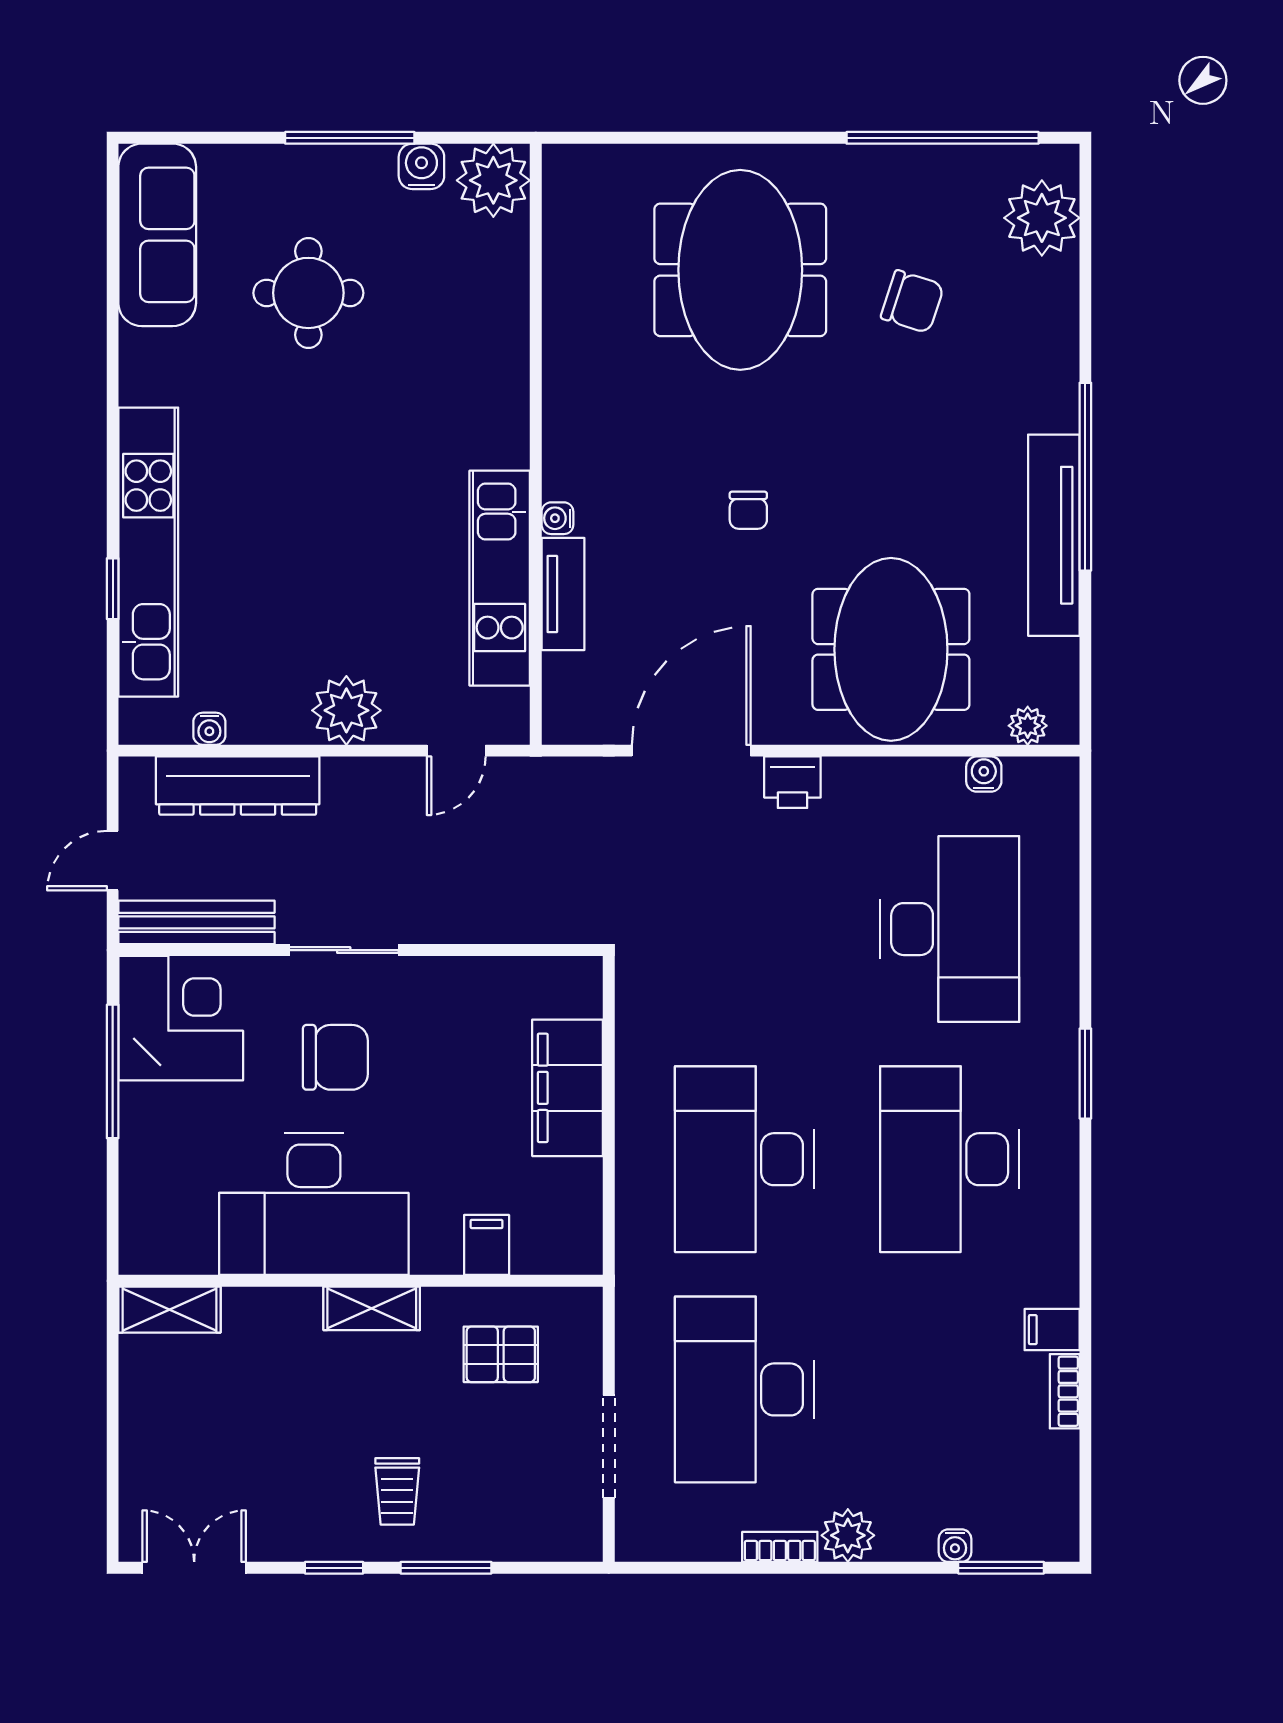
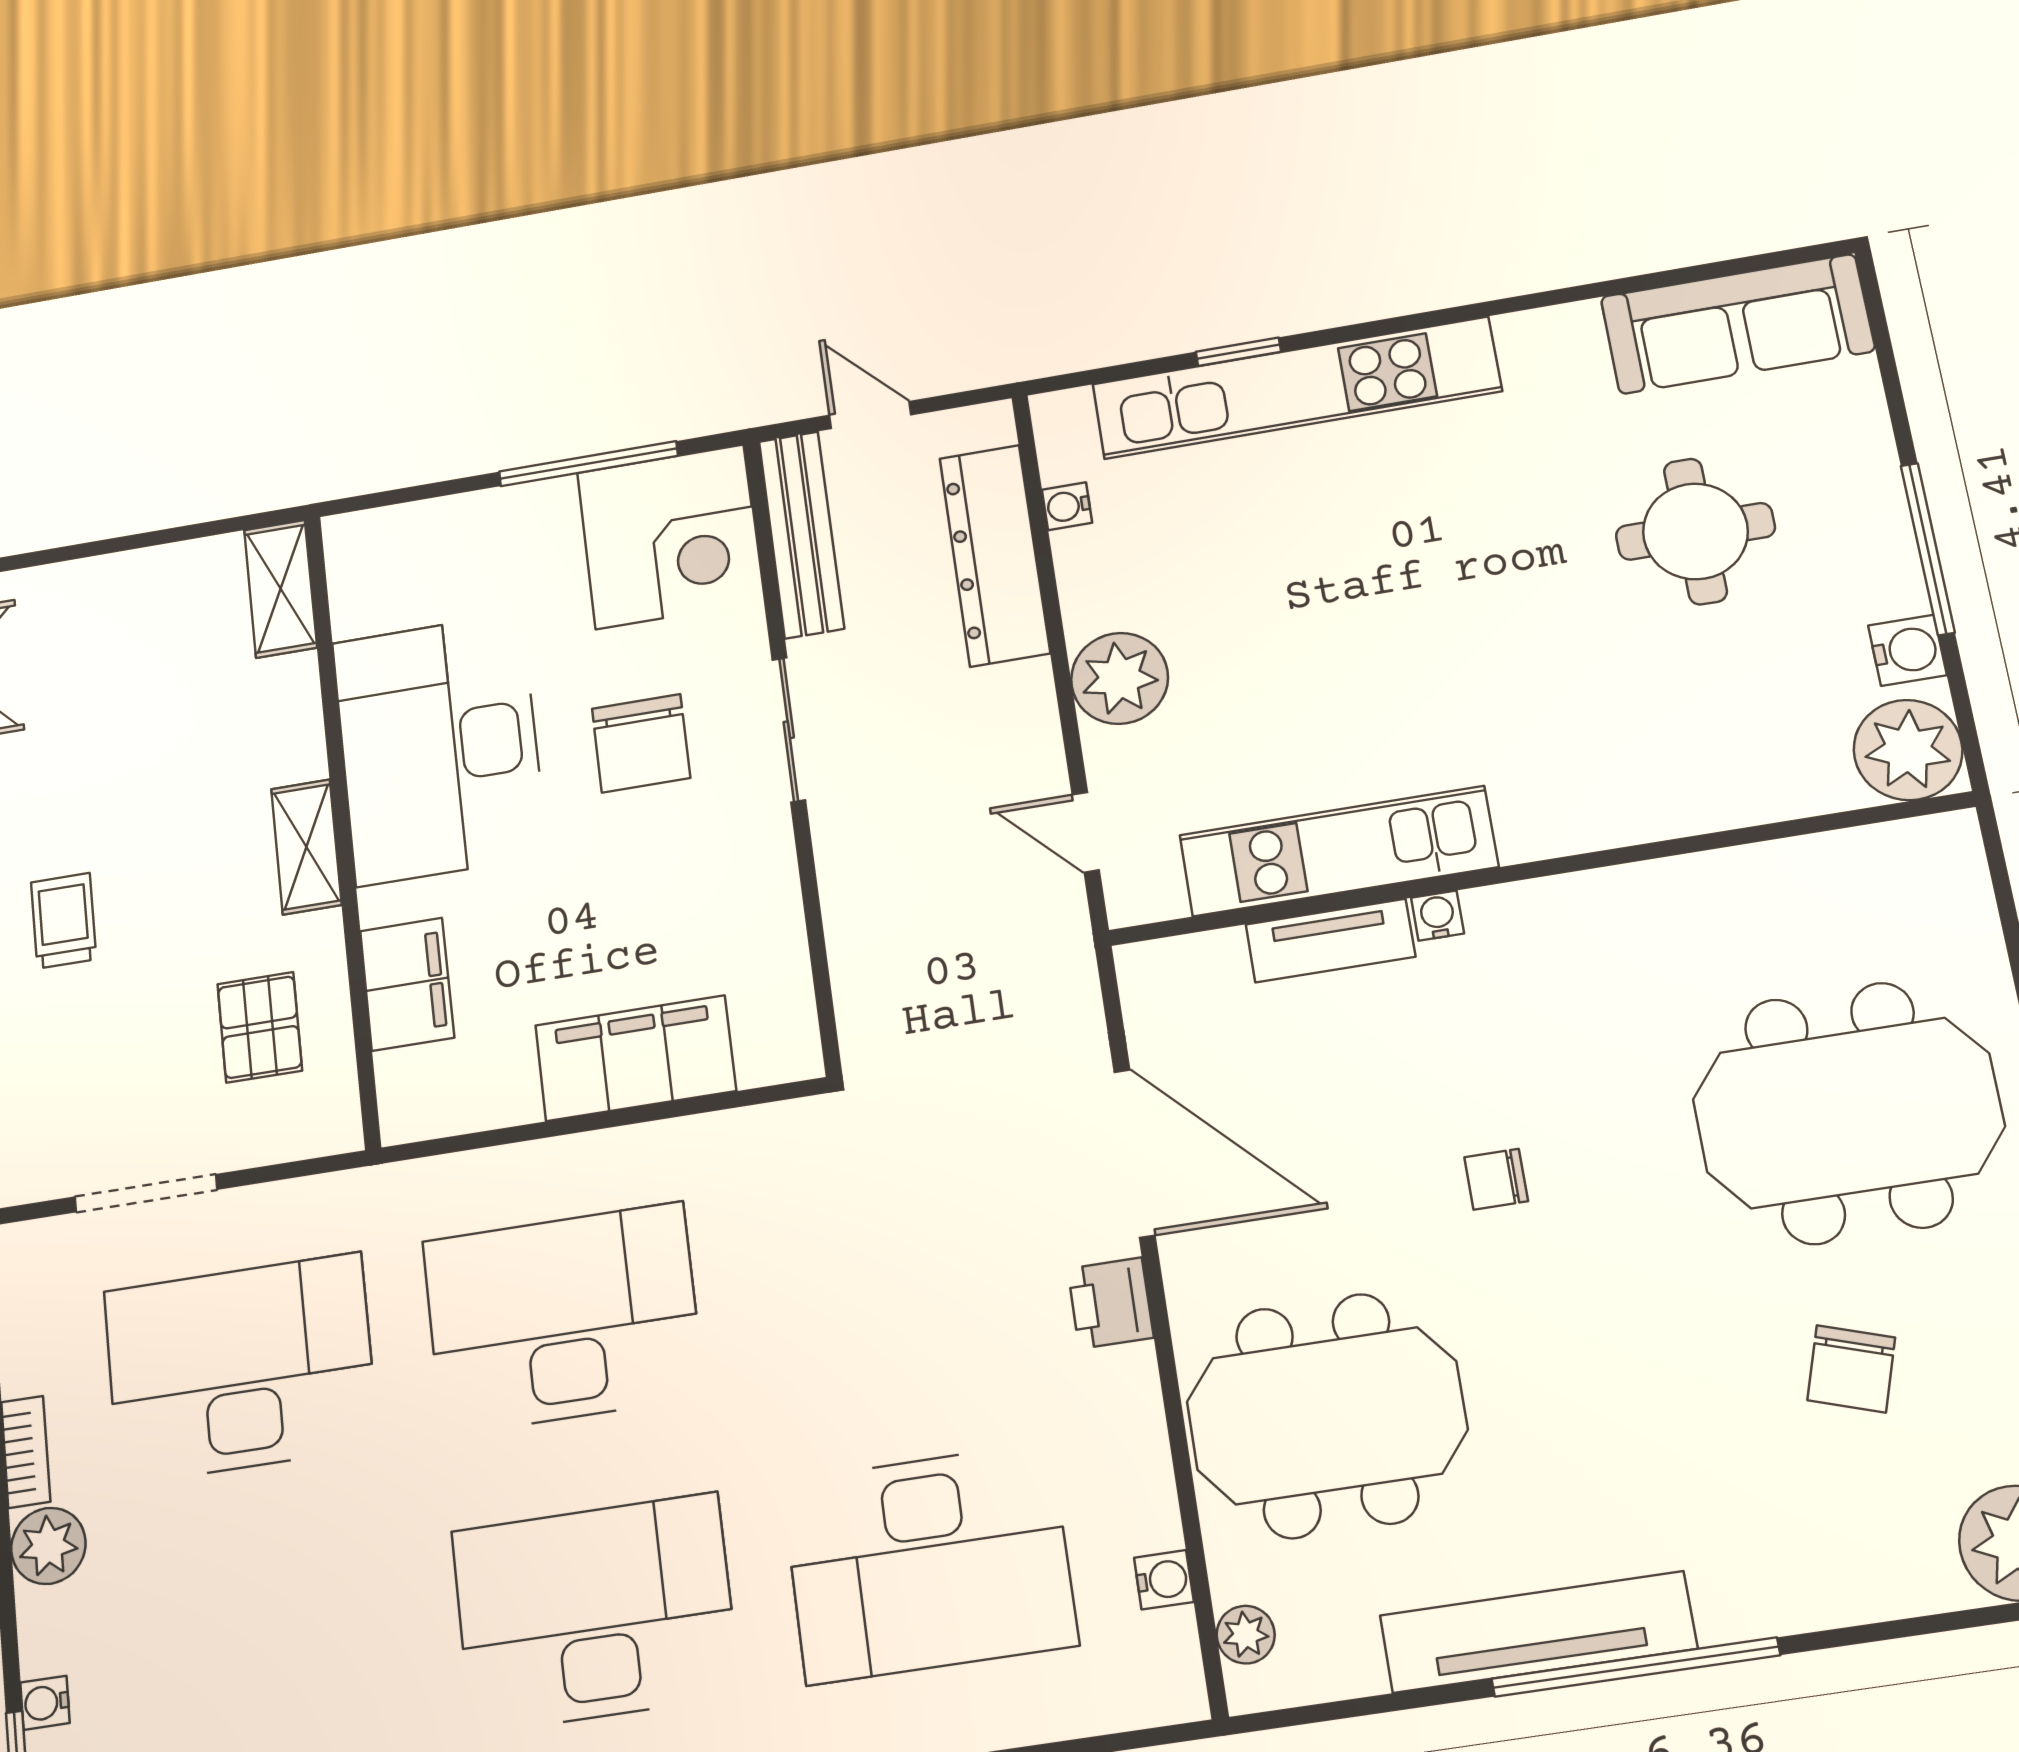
filing cabinet: (487, 1245) -> (407, 984), width x2.00
trolley: (397, 1491) -> (64, 921), turned 90

